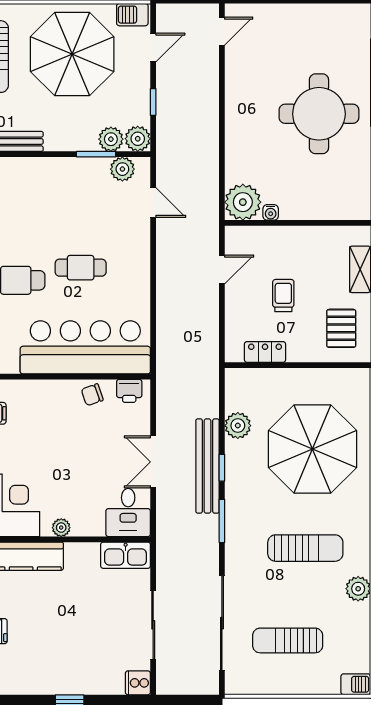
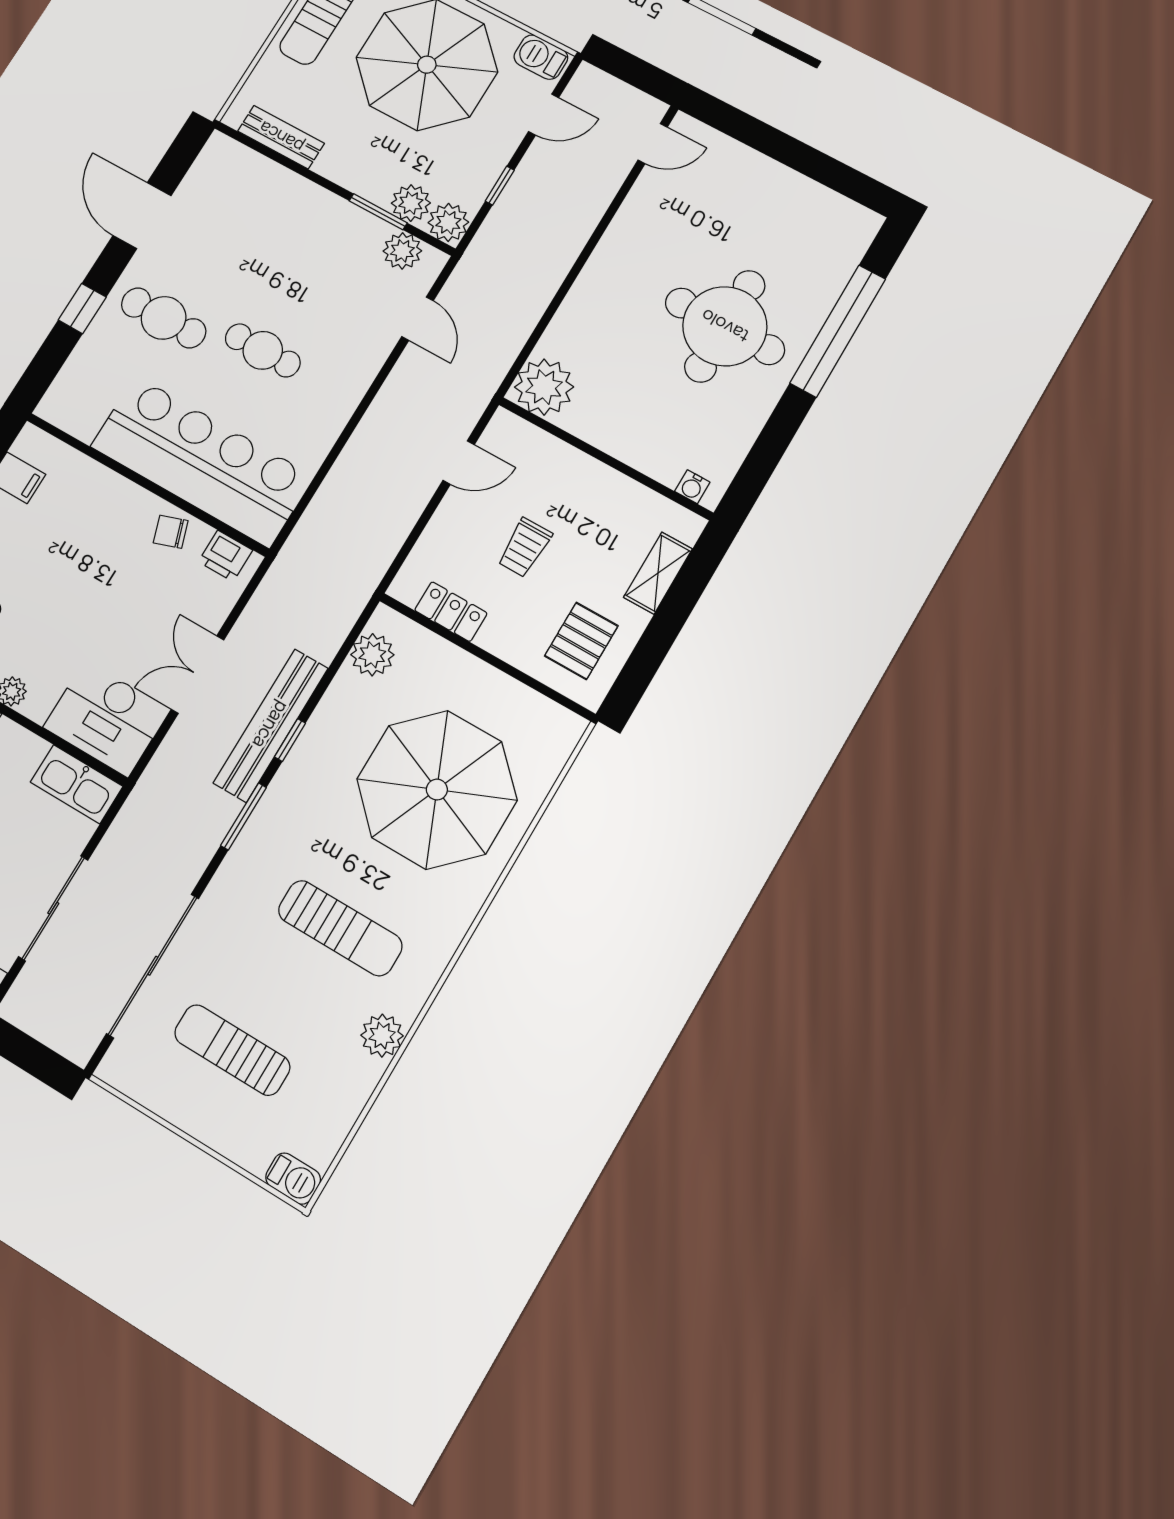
water cooler: (271, 212) -> (692, 487), moved
trolley: (283, 296) -> (525, 548), turned 180
plant: (238, 426) -> (372, 655), moved
desk: (128, 513) -> (106, 719), width x1.37

